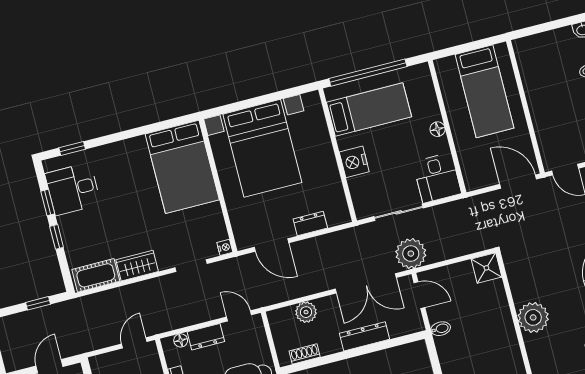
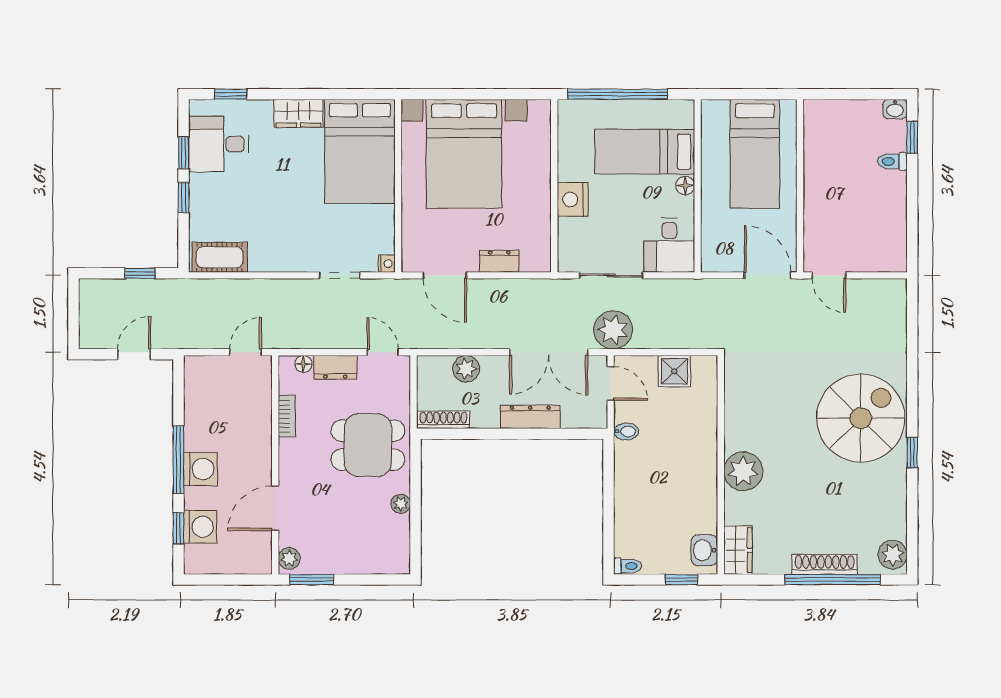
bed: (369, 110) -> (645, 152), moved, turned 180
wardrobe: (137, 266) -> (298, 113), moved, turned 180
shower: (486, 268) -> (674, 371), moved
plant: (533, 317) -> (743, 471), moved
shoe rack: (305, 354) -> (443, 420), width x1.43

